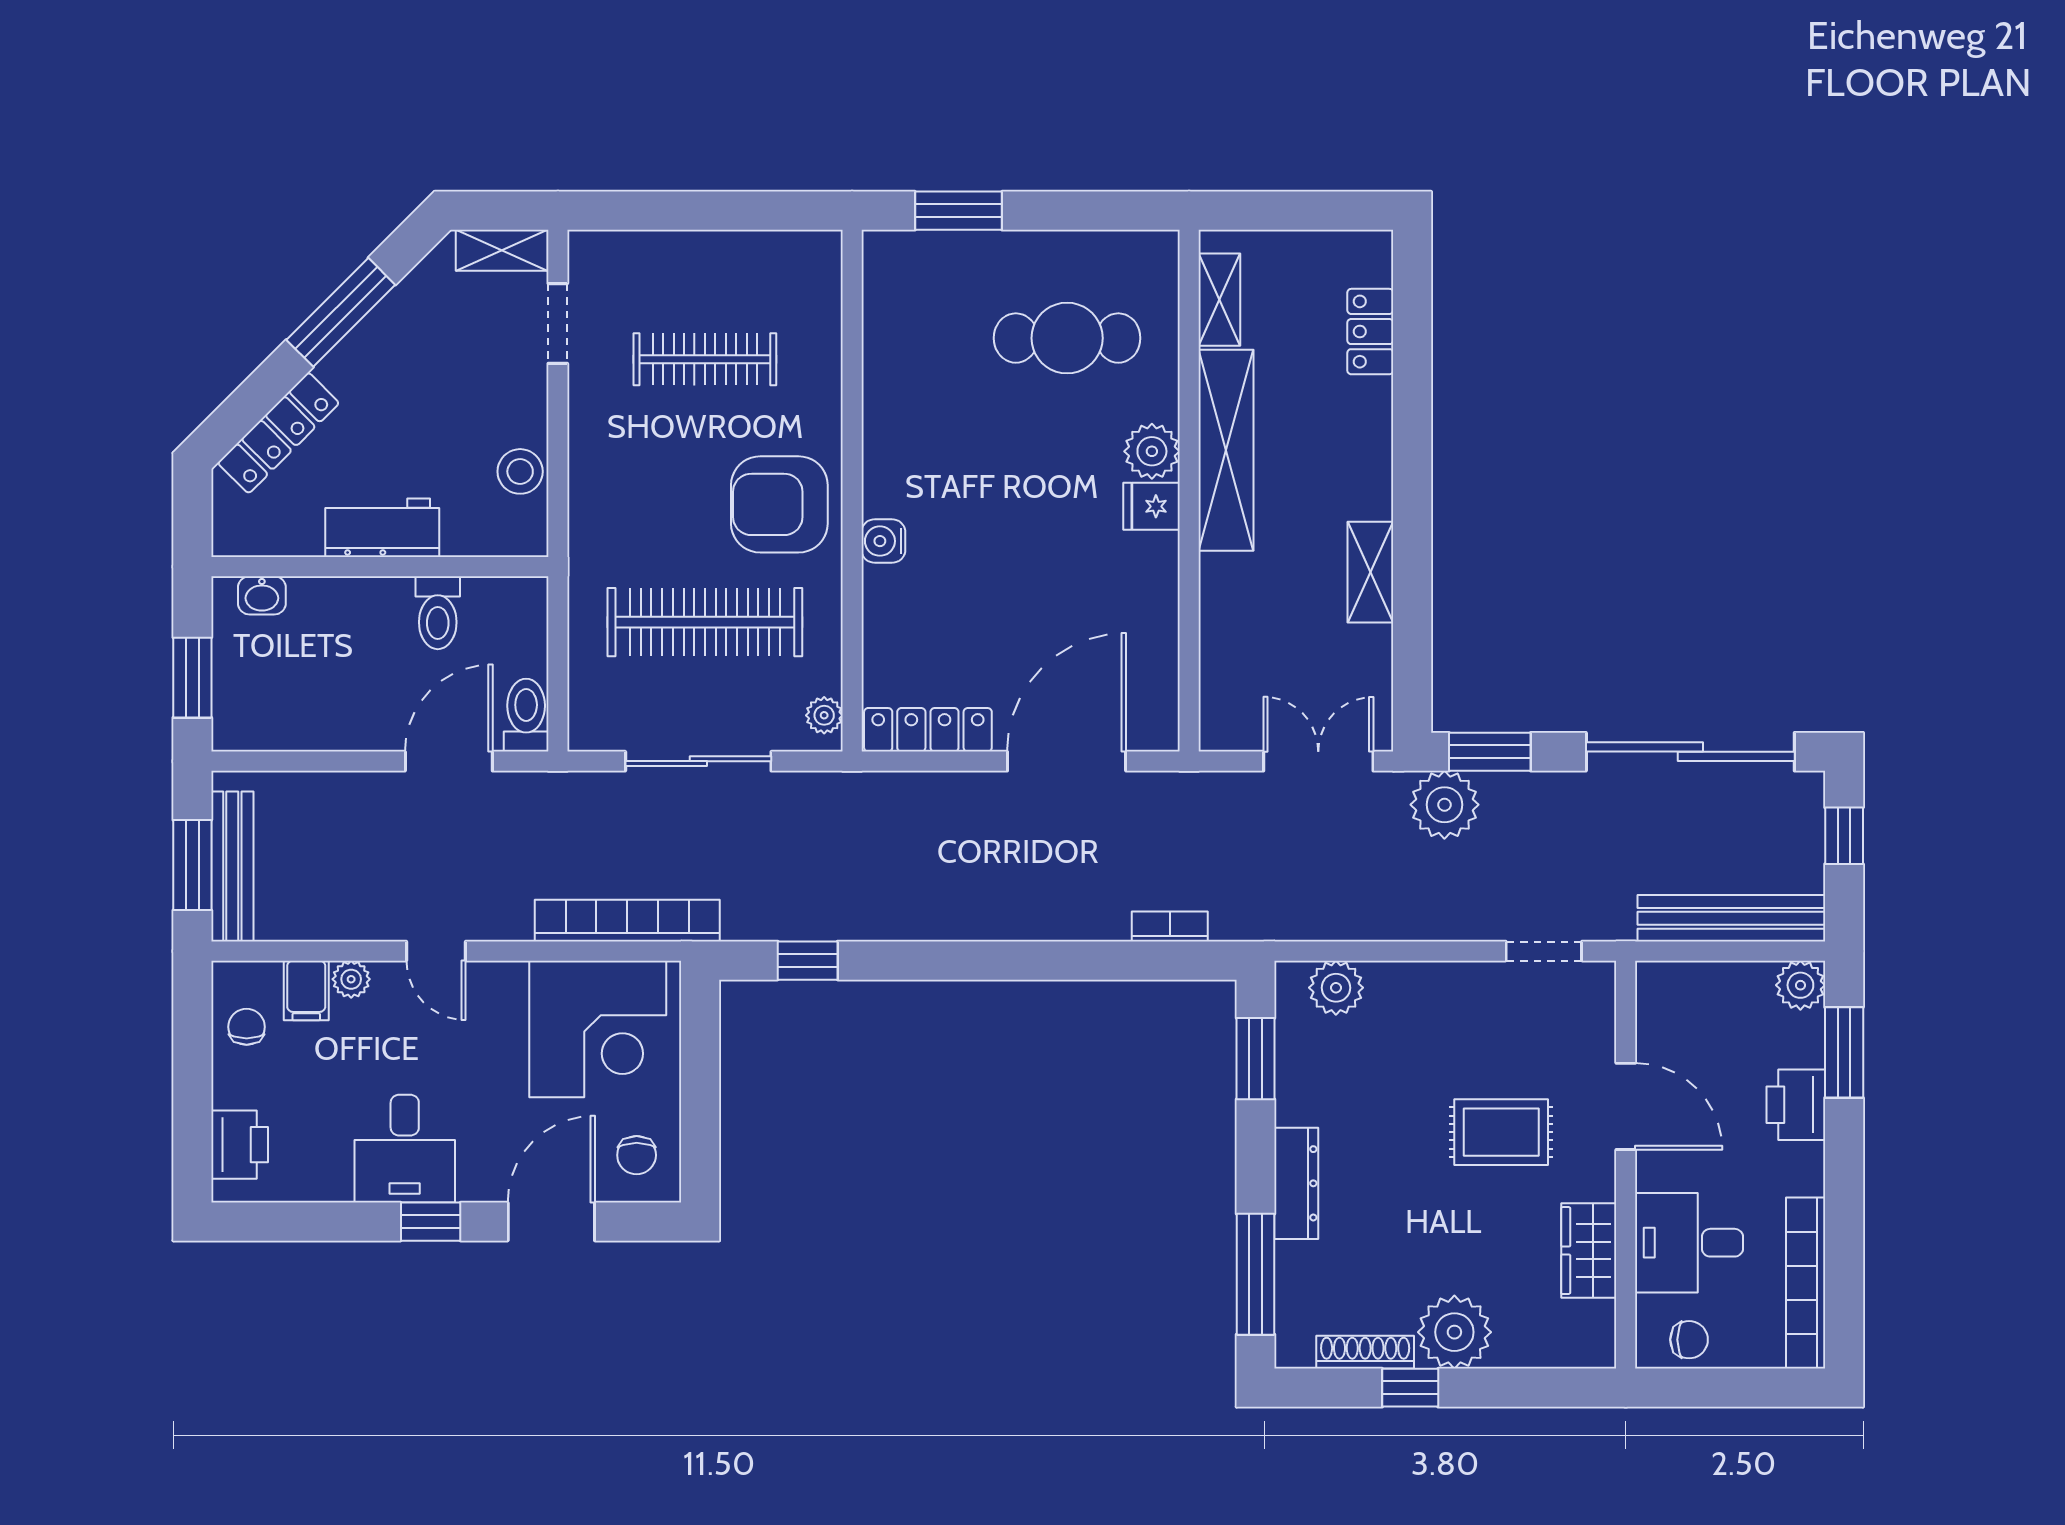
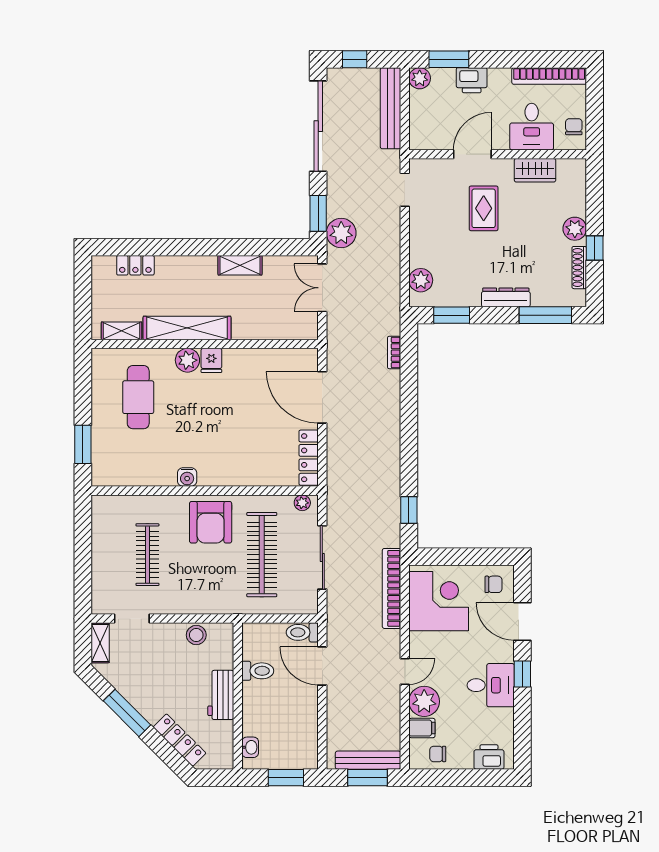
water cooler: (883, 541) -> (187, 477), moved
plant: (351, 979) -> (424, 701), width x1.88, depth x1.88
plant: (1454, 1332) -> (575, 229), width x0.73, depth x0.73

